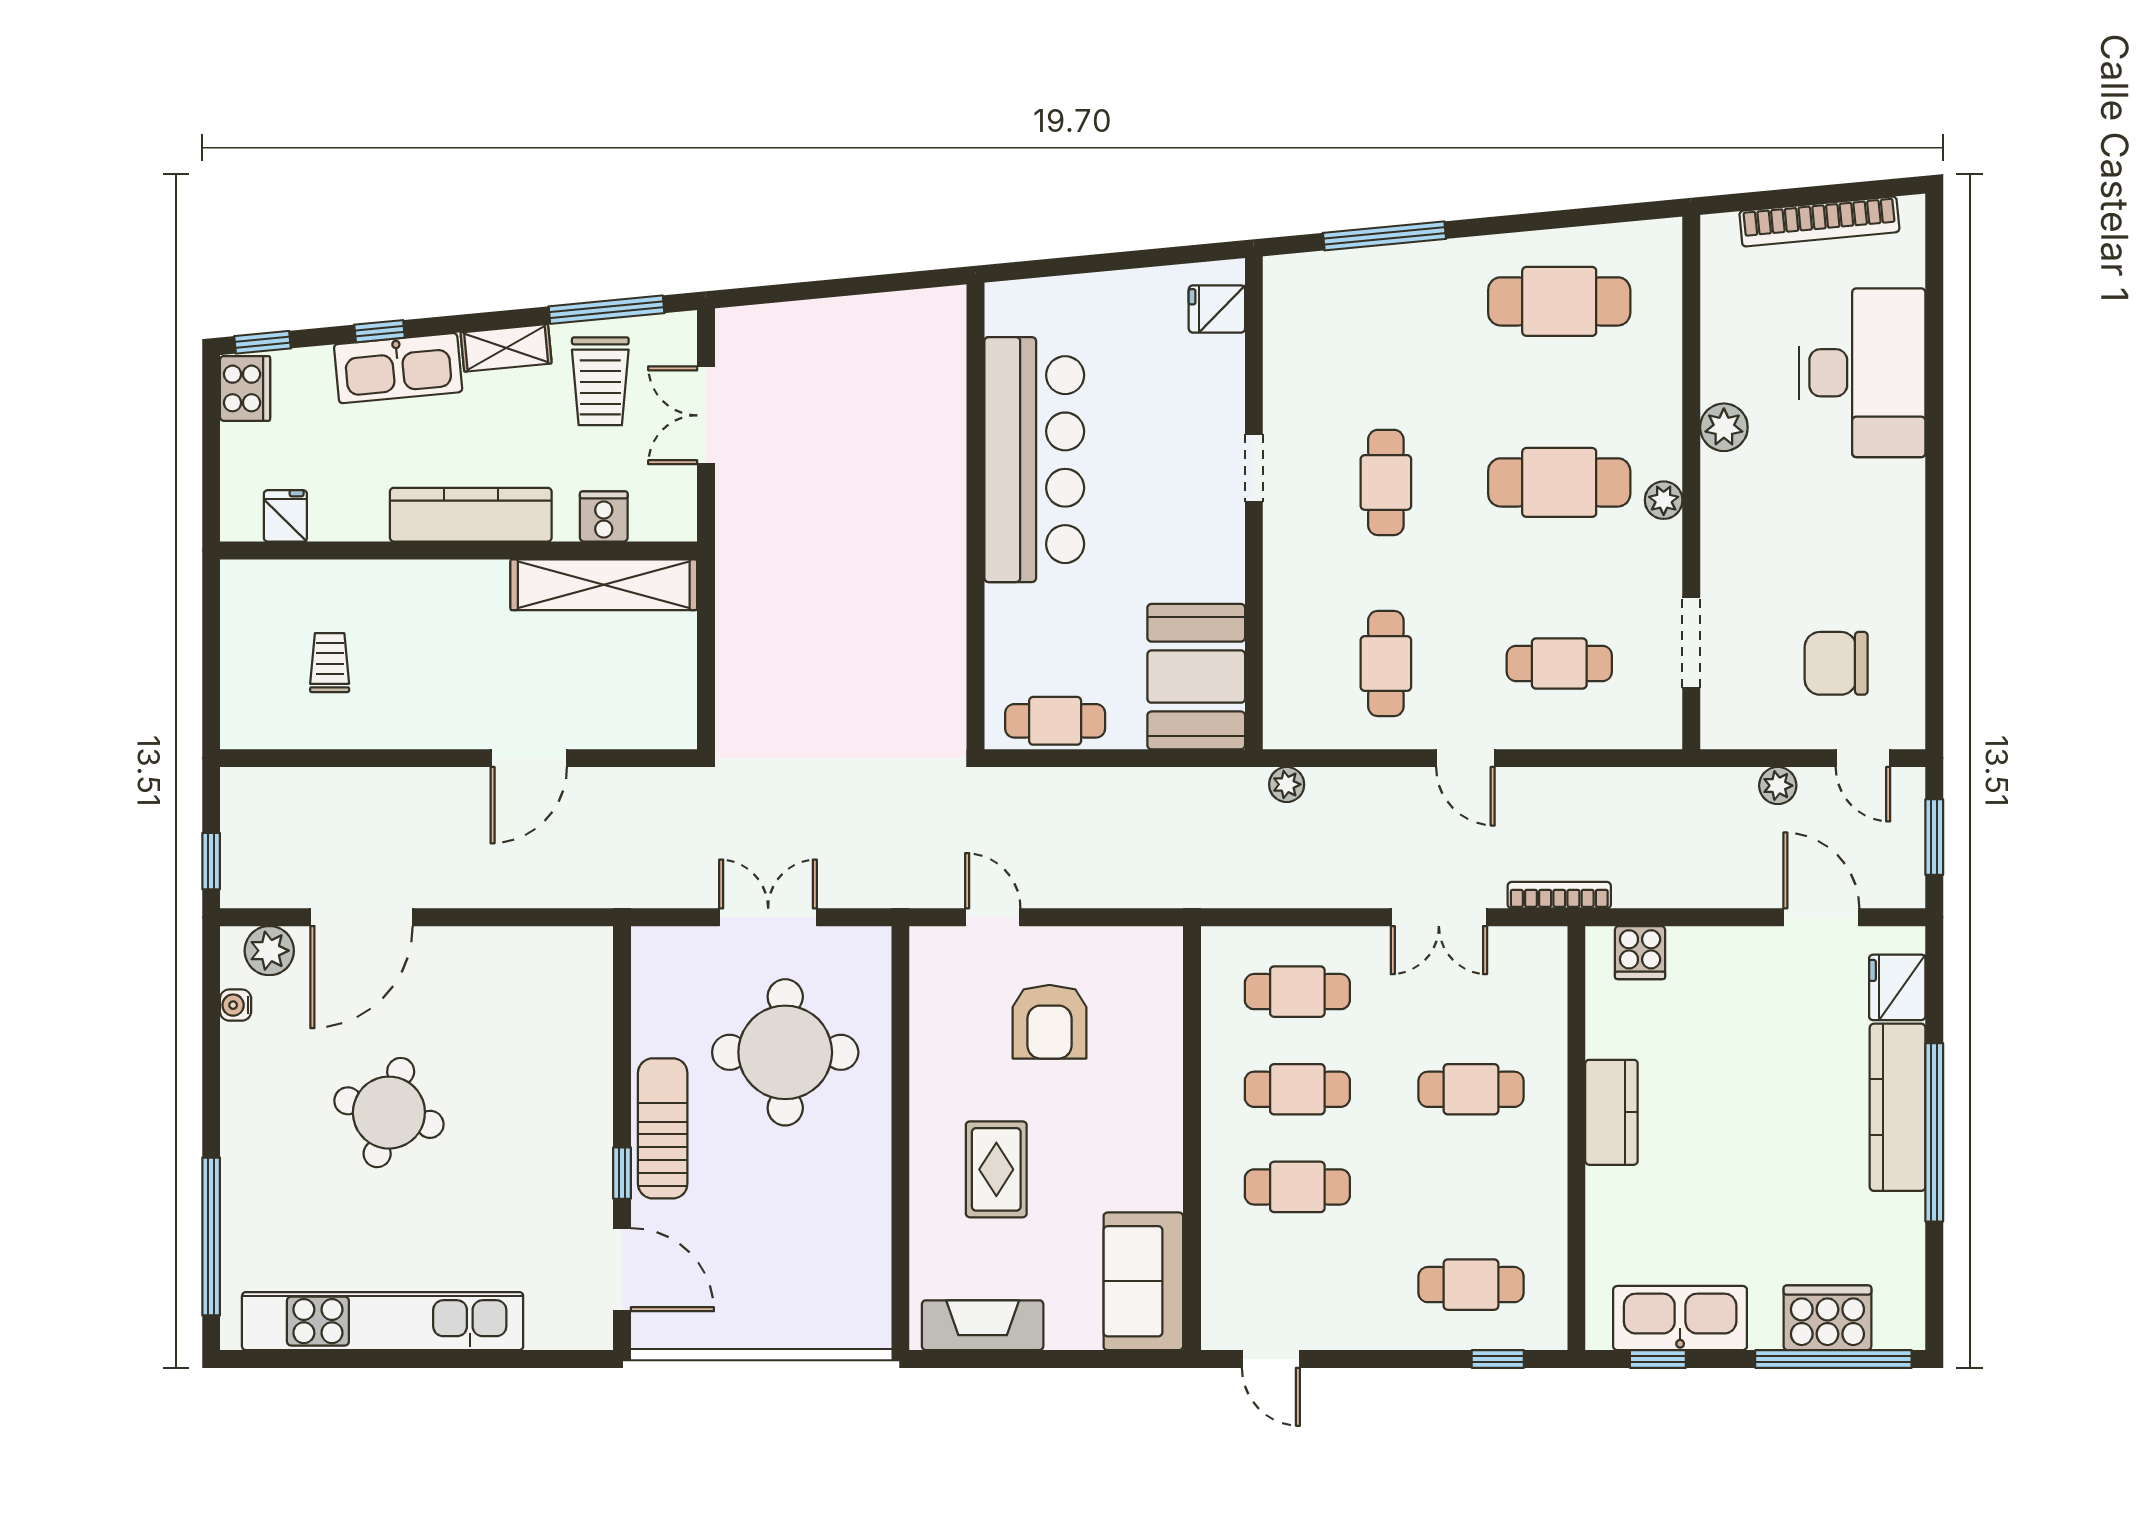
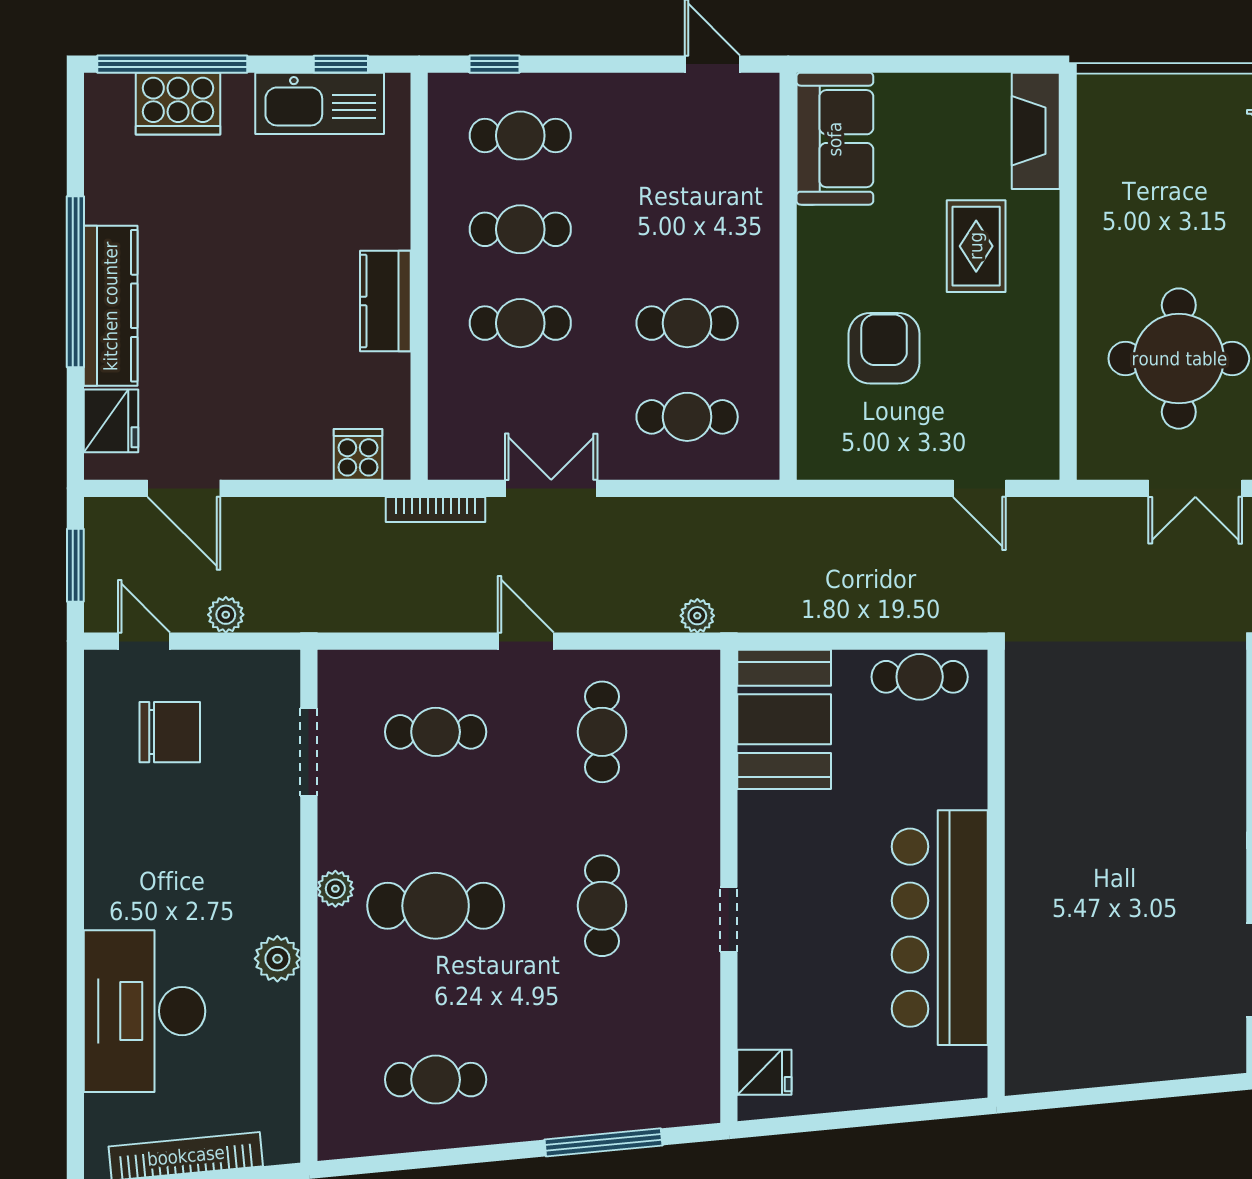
cafe table: (1559, 301) -> (436, 1080), width x0.73, depth x0.74
armchair: (1049, 1022) -> (884, 348), moved
cafe table: (1297, 1187) -> (520, 229), moved
fireplace: (983, 1325) -> (1036, 131), moved, turned 90

